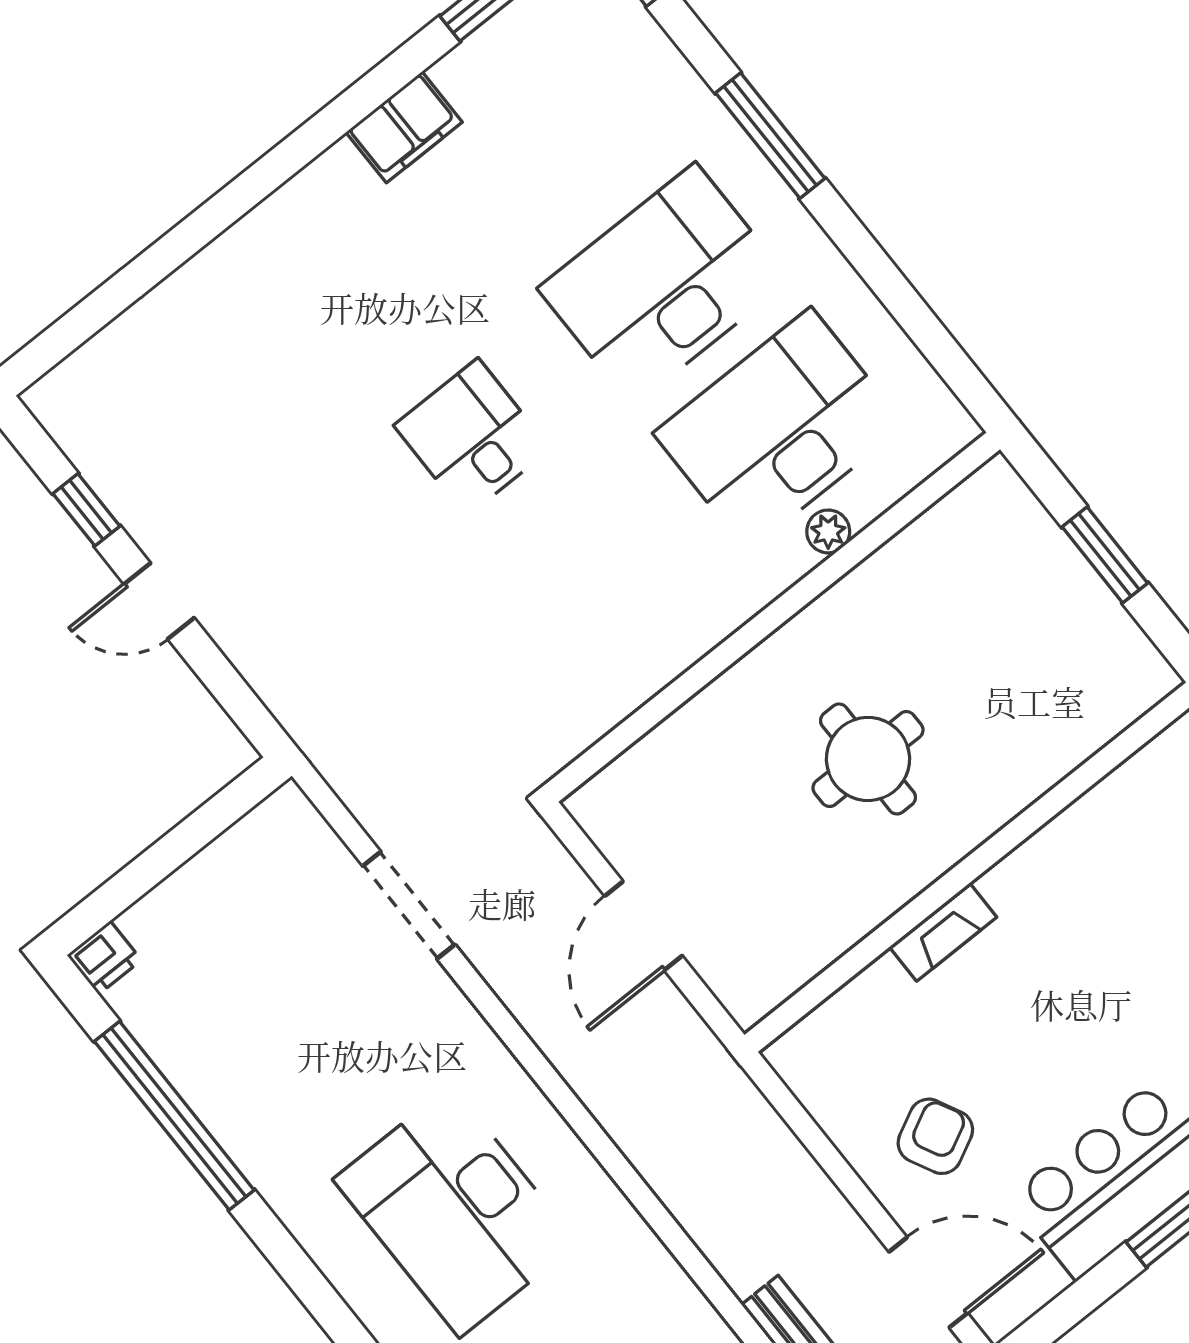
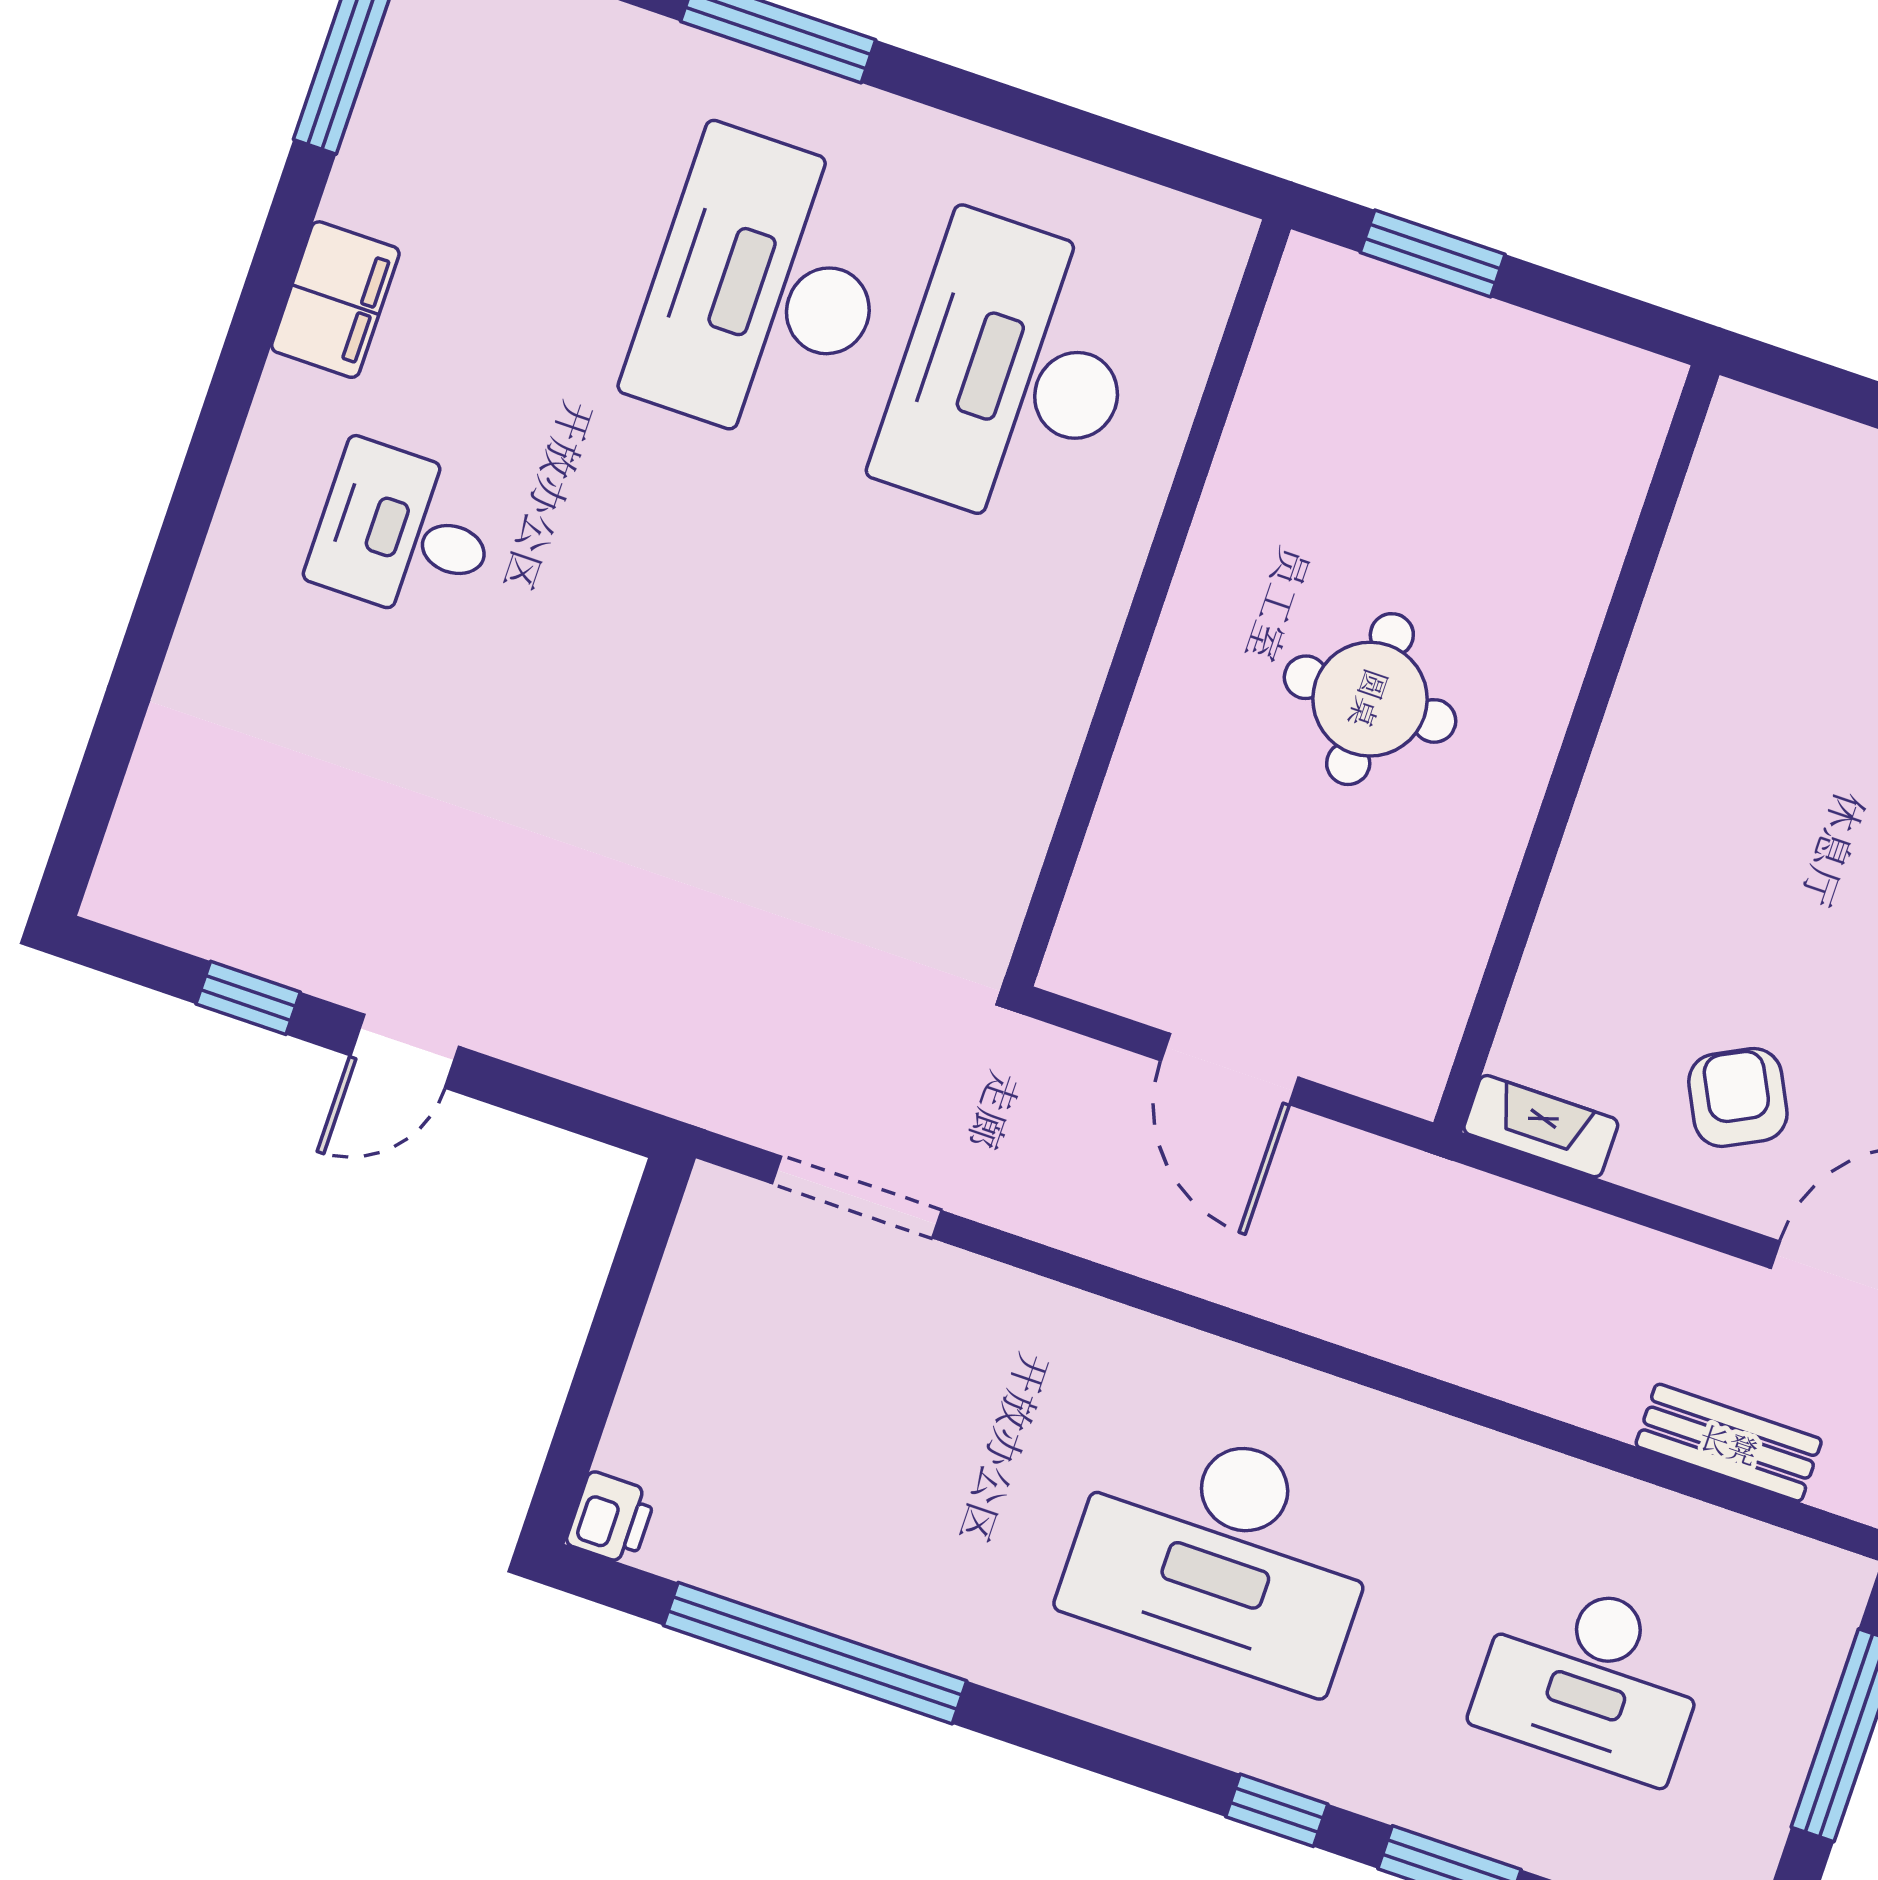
desk: (472, 437) -> (405, 533), moved
plant: (828, 531) -> (1149, 458), removed
window: (1105, 555) -> (1433, 253), moved
doorway: (409, 905) -> (857, 1197), moved
fireplace: (943, 932) -> (1541, 1126), moved, turned -90

